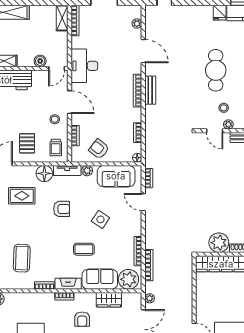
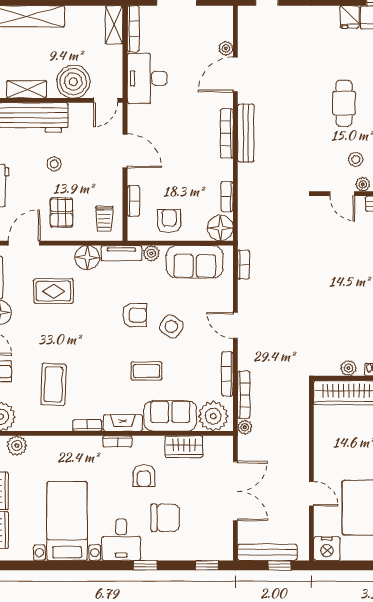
plant: (137, 24) -> (226, 48), moved
door: (143, 51) -> (235, 74), swing flipped
boiler: (40, 61) -> (73, 82), width x1.86, depth x1.86
desk: (84, 66) -> (147, 78), moved
cafe table: (216, 70) -> (344, 103), width x0.73, depth x0.74
bench: (150, 90) -> (246, 133), width x1.36
stool: (55, 119) -> (54, 164), moved
armchair: (99, 149) -> (169, 221), turned 52
floor lamp: (137, 158) -> (220, 228), width x1.89, depth x1.89
door: (143, 202) -> (235, 325), moved
armchair: (62, 209) -> (134, 315), moved
plant: (219, 243) -> (348, 368), width x0.53, depth x0.53
plant: (150, 298) -> (245, 427), moved

